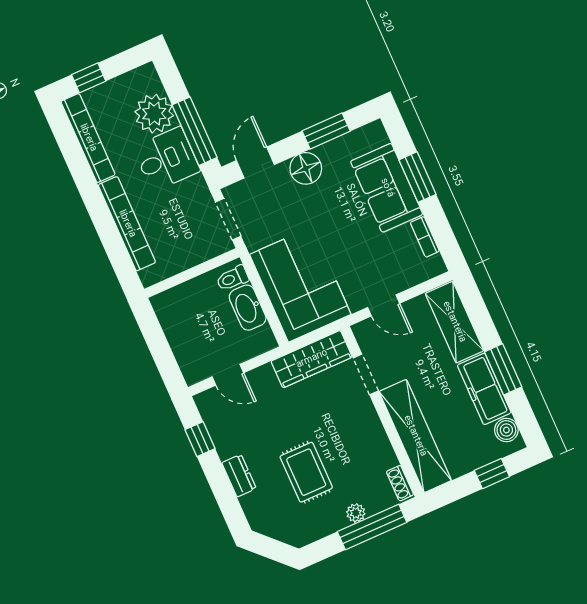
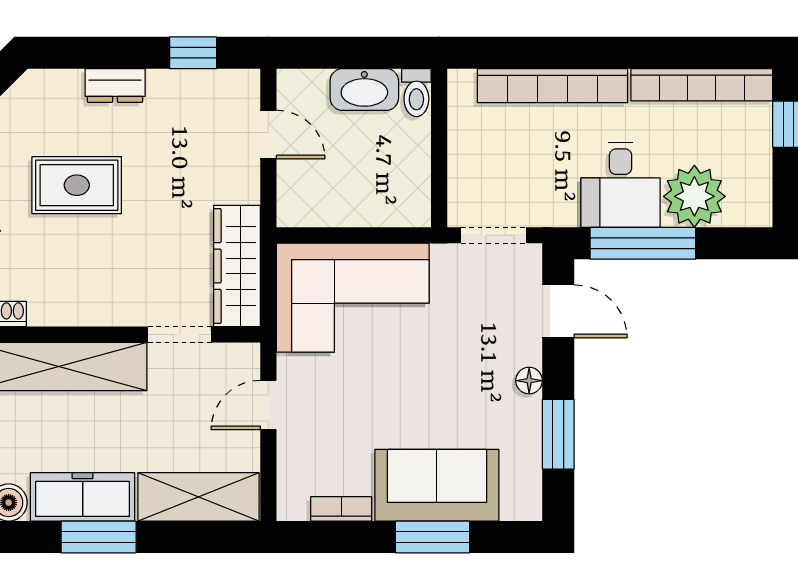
floor lamp: (306, 168) -> (529, 381), width x0.53, depth x0.53
toilet: (232, 278) -> (416, 93), moved, turned 180
washbasin: (248, 308) -> (364, 89), moved, turned 180
door: (228, 375) -> (268, 134), swing flipped

